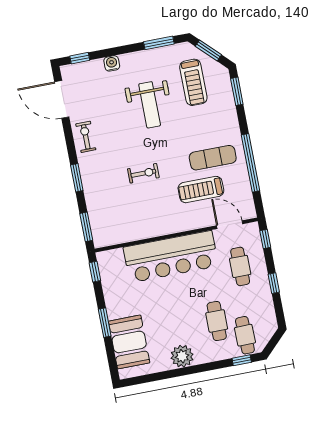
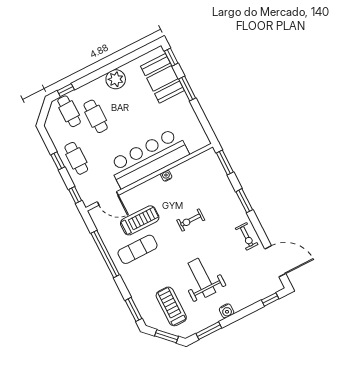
water cooler: (112, 63) -> (227, 311), moved
water cooler: (156, 231) -> (166, 176), added
cafe table: (240, 266) -> (76, 158), moved
window: (95, 272) -> (171, 57), moved

